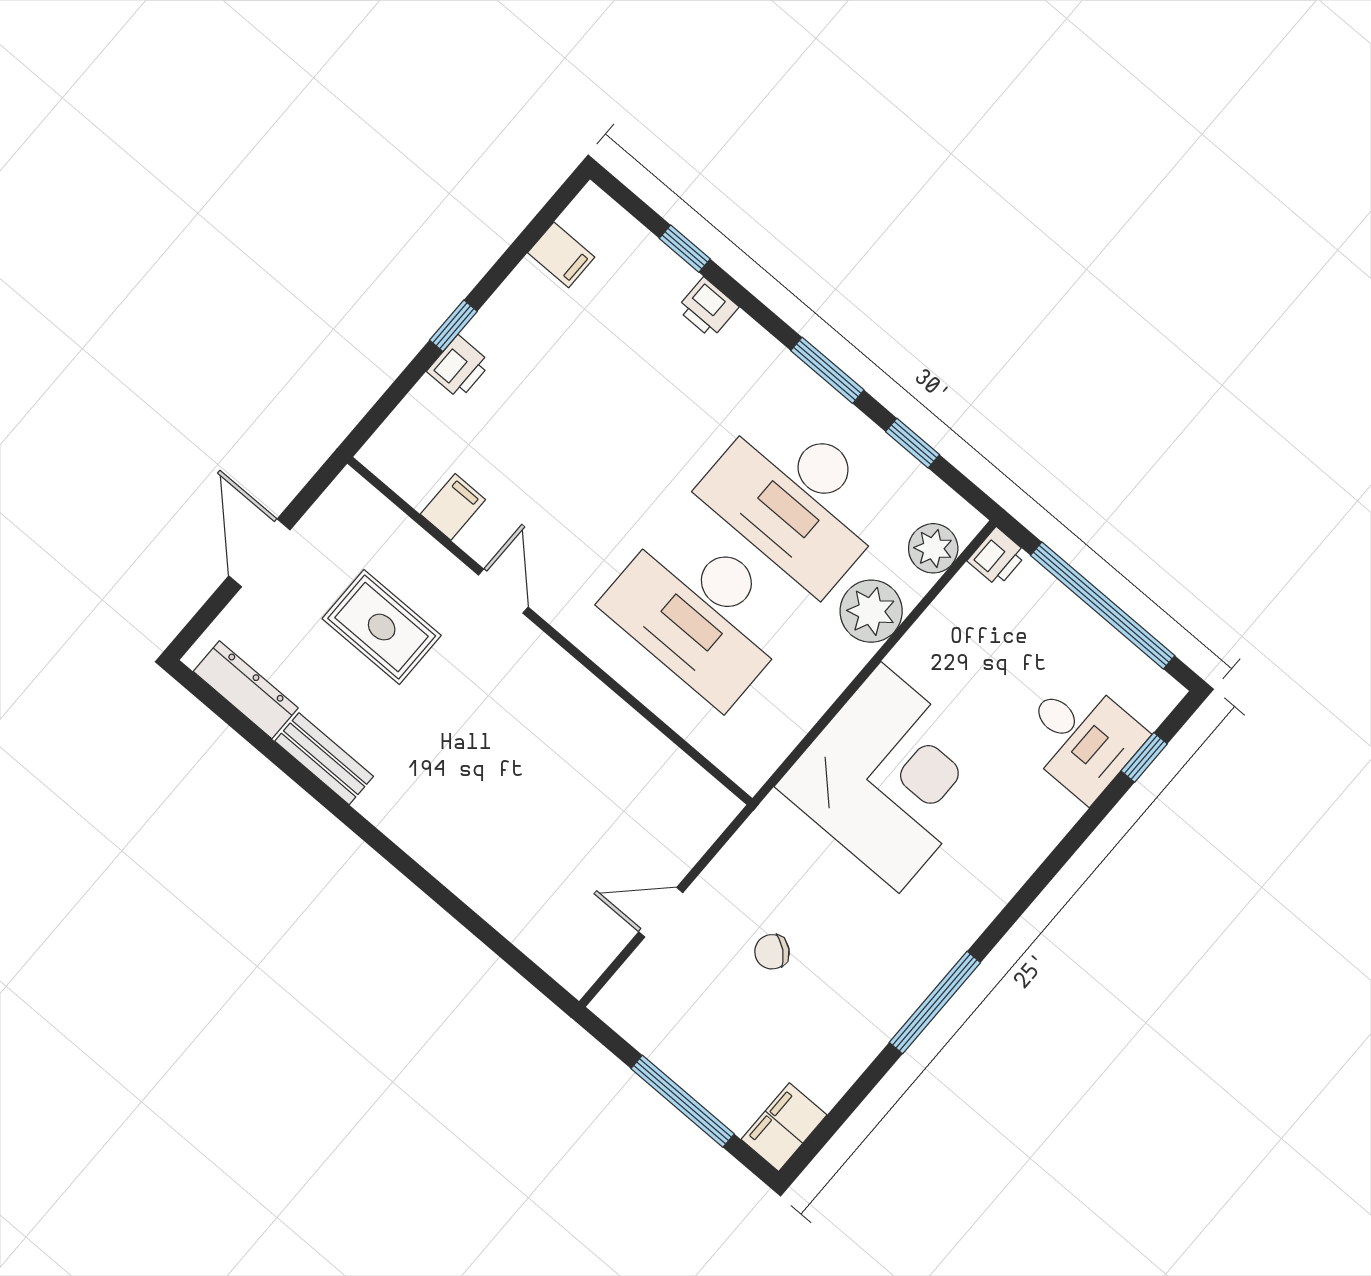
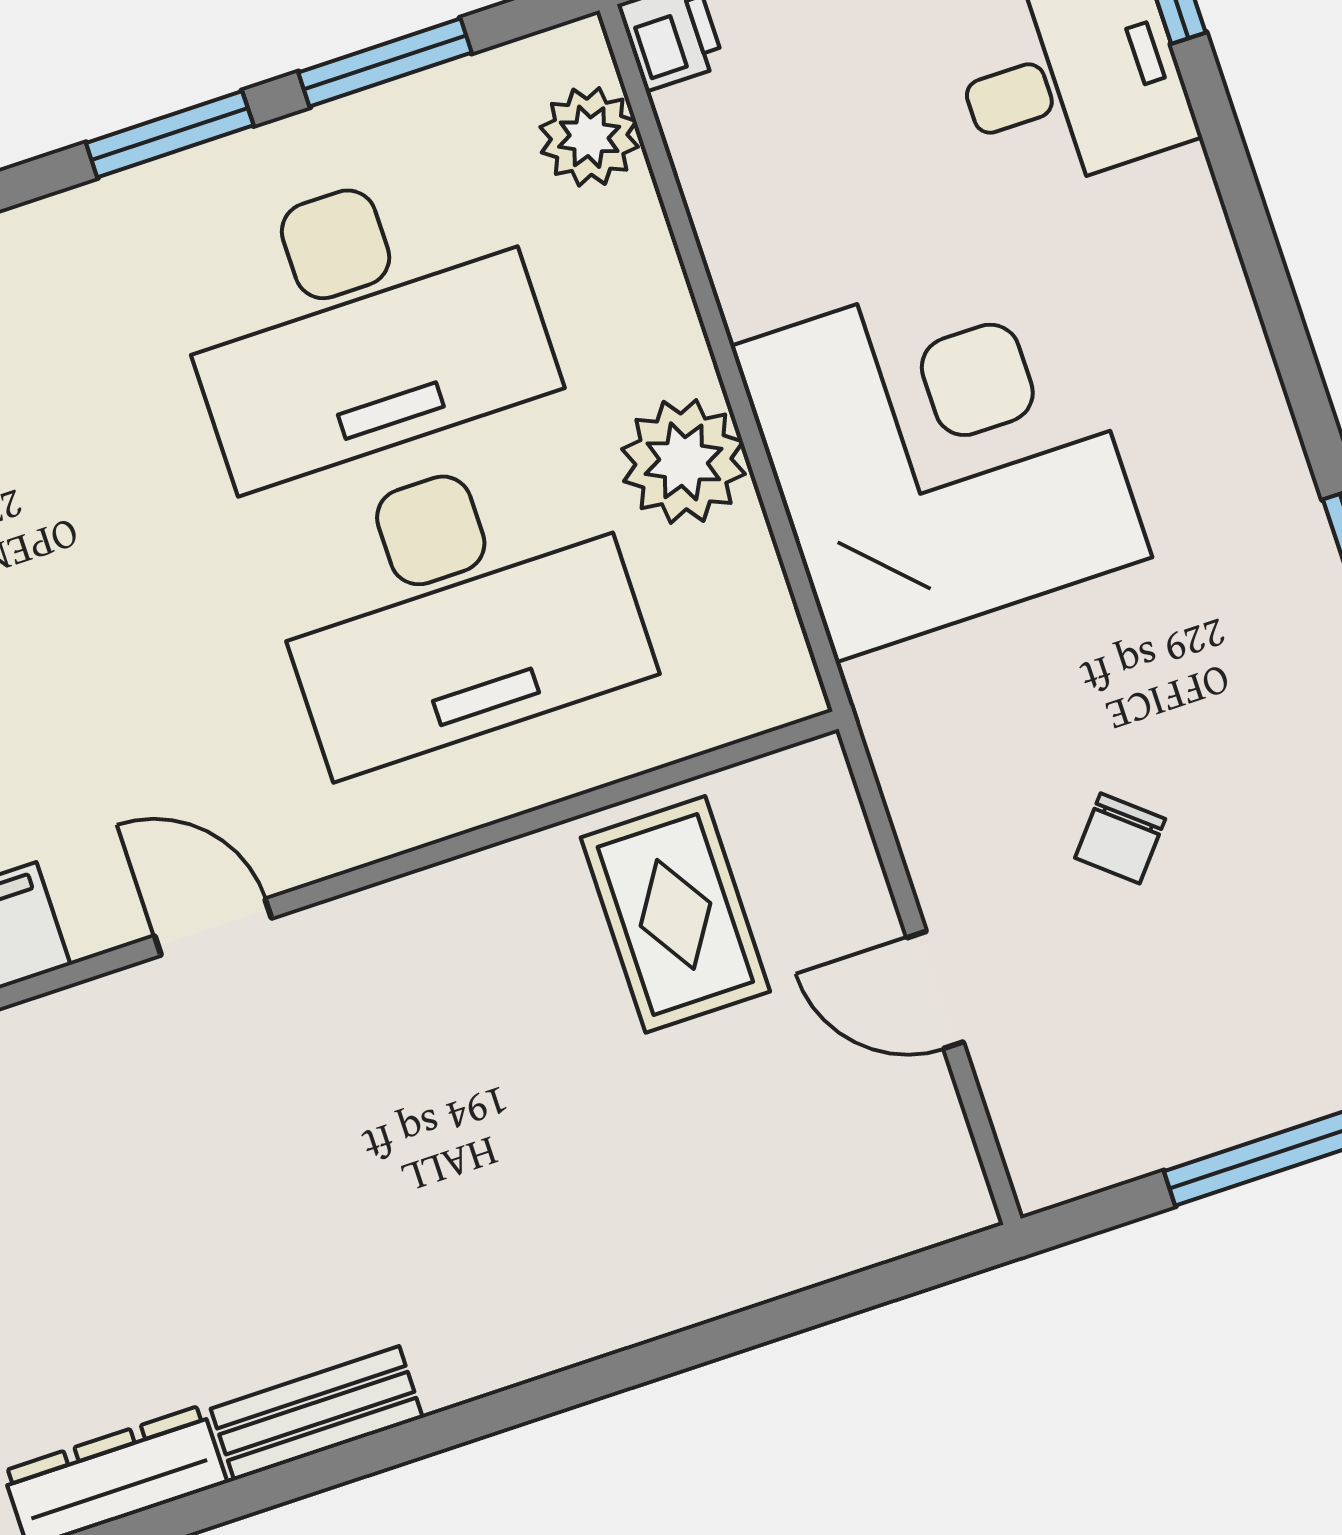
window: (913, 443) -> (385, 63), width x1.50
plant: (871, 611) -> (683, 461), moved
rug: (382, 627) -> (675, 914), moved, turned 90
door: (661, 912) -> (935, 990), hinge flipped

